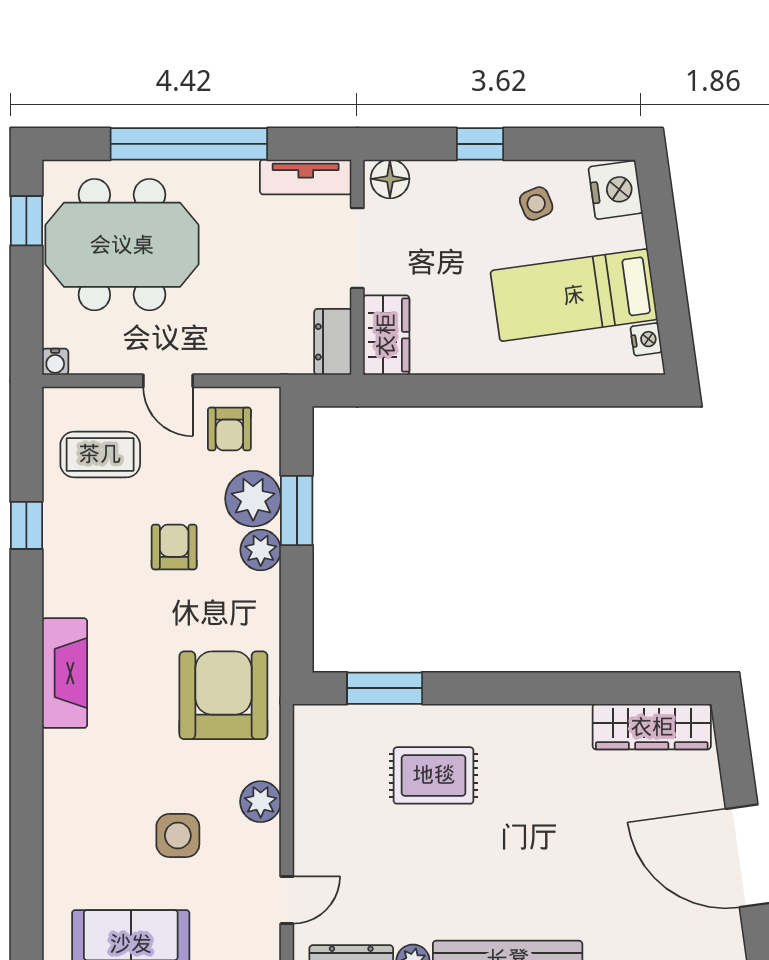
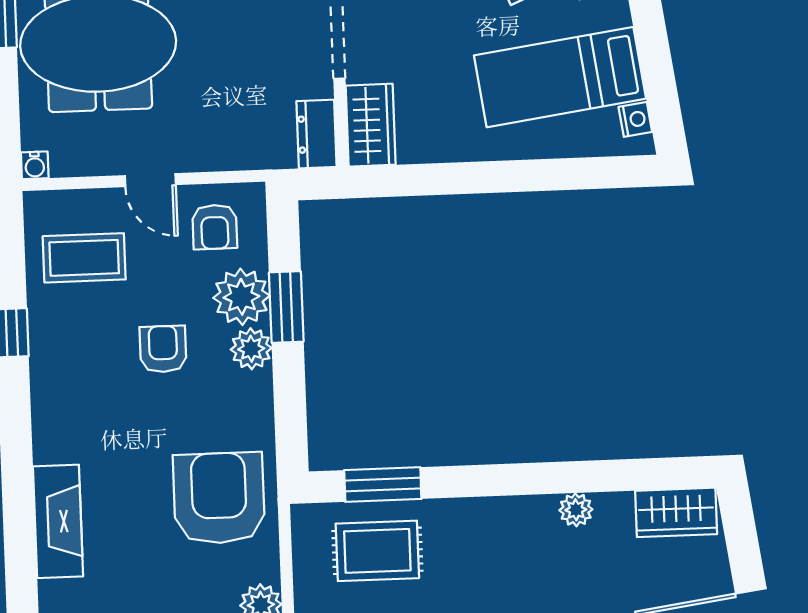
fireplace: (65, 673) -> (58, 521), moved
plant: (573, 720) -> (576, 510), added
wardrobe: (652, 727) -> (676, 512), width x0.67
rug: (434, 775) -> (377, 551), moved

